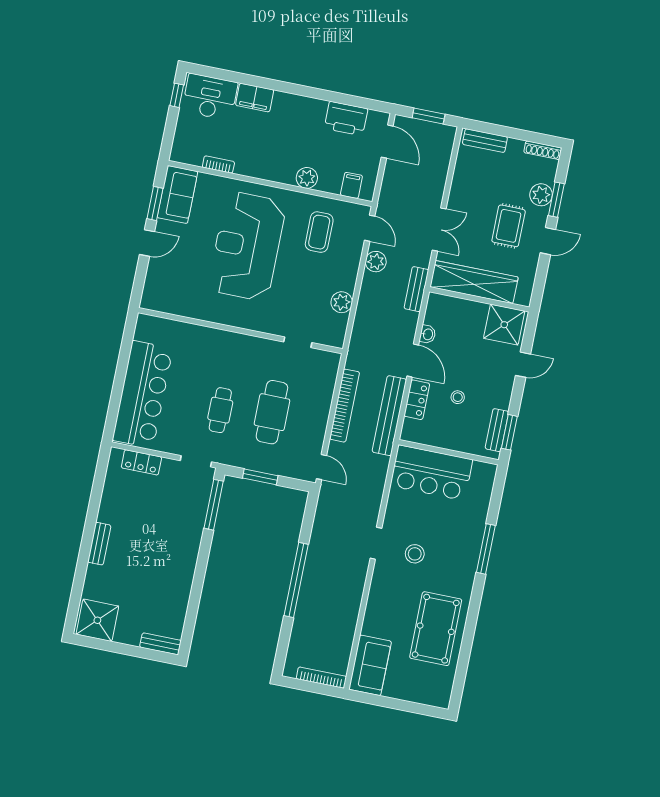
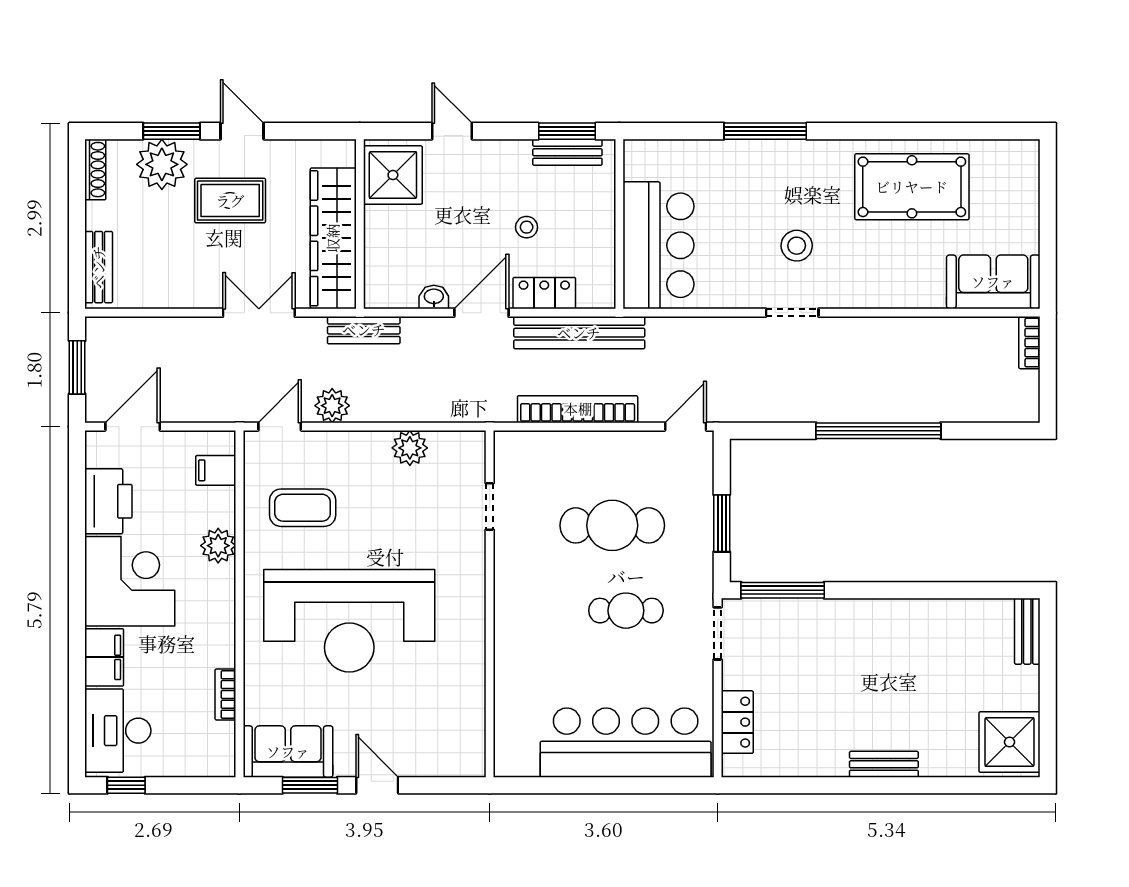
corner desk: (296, 122) -> (130, 581), added
plant: (541, 195) -> (162, 164), width x1.36, depth x1.36
bookcase: (321, 678) -> (1029, 343), width x0.64

